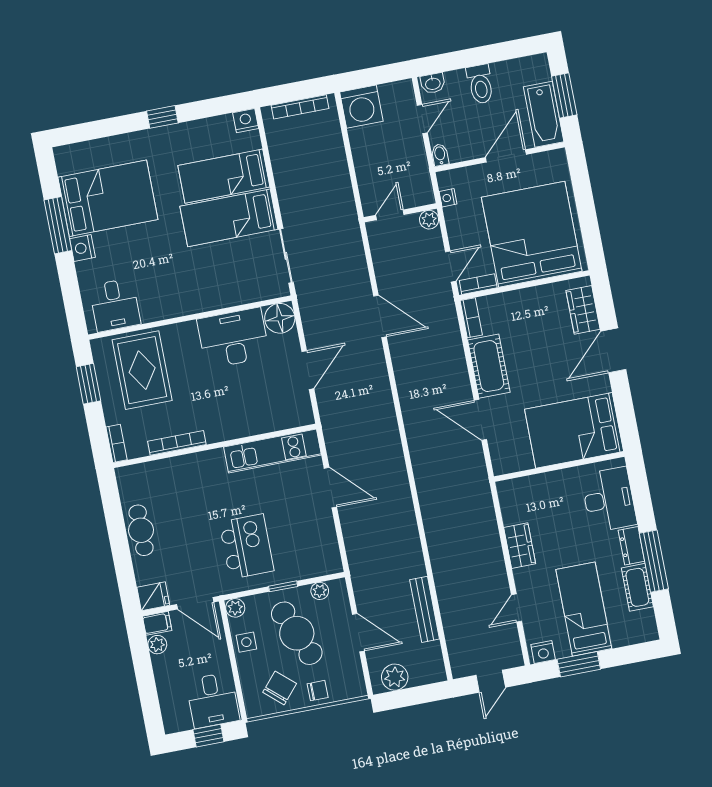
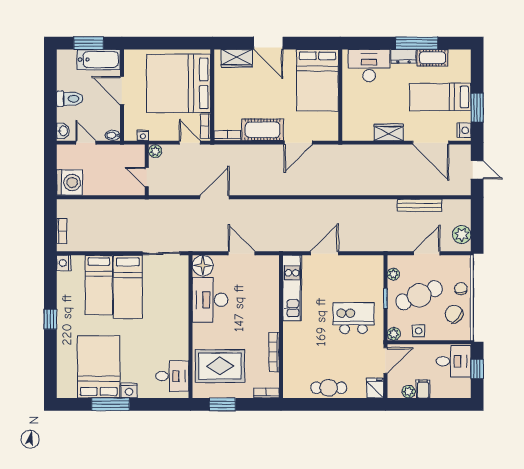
bookcase: (300, 107) -> (62, 231), width x0.64
door: (516, 608) -> (431, 143), width x1.88
filing cabinet: (157, 623) -> (423, 389), moved

